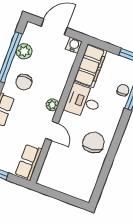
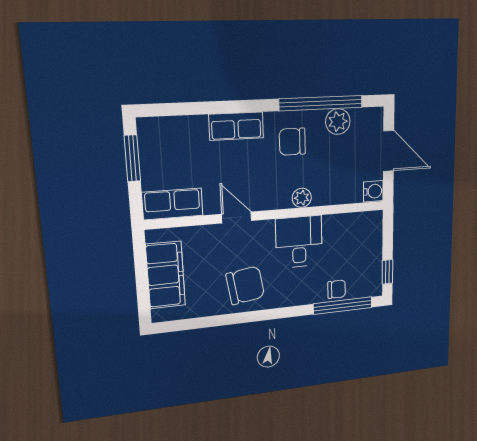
filing cabinet: (90, 66) -> (166, 275), moved, turned -90
plant: (52, 105) -> (302, 198), moved
door: (52, 131) -> (237, 217), swing flipped

